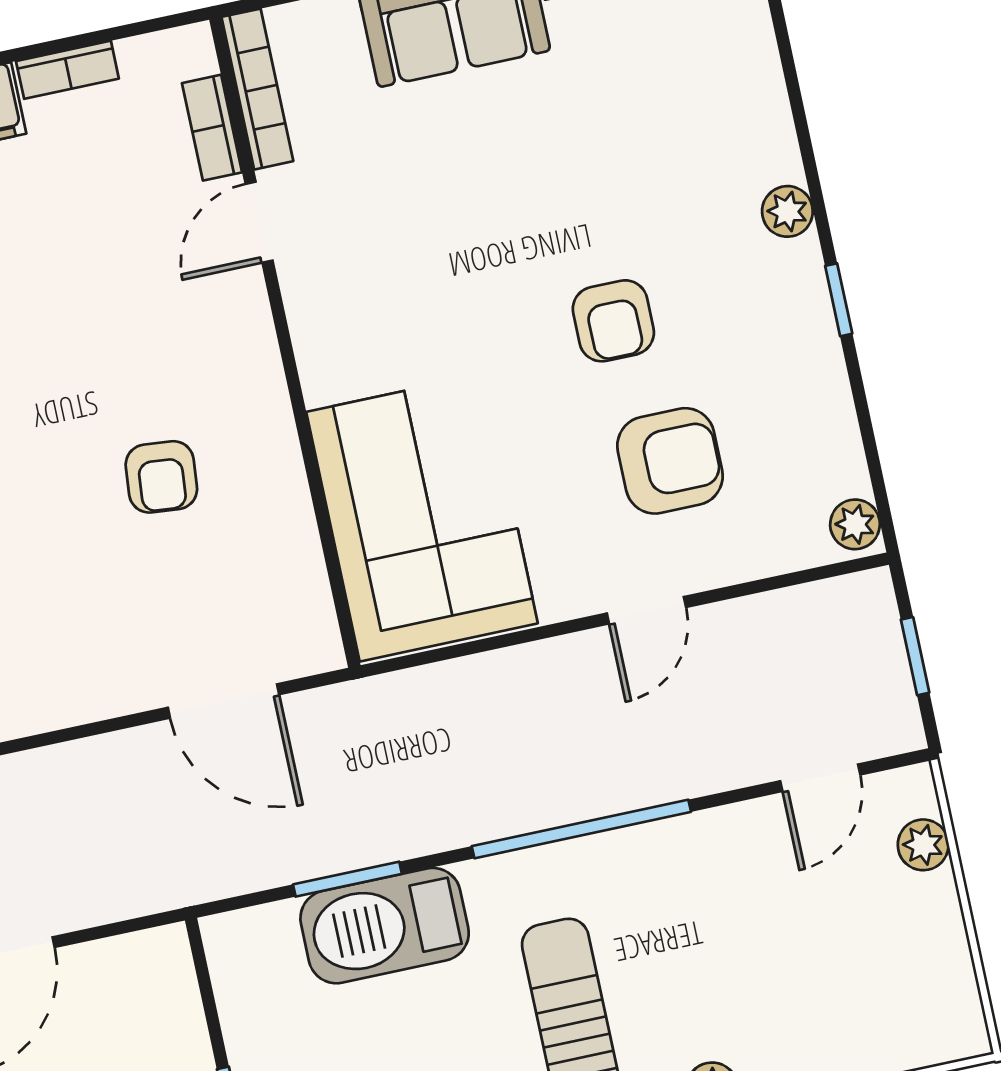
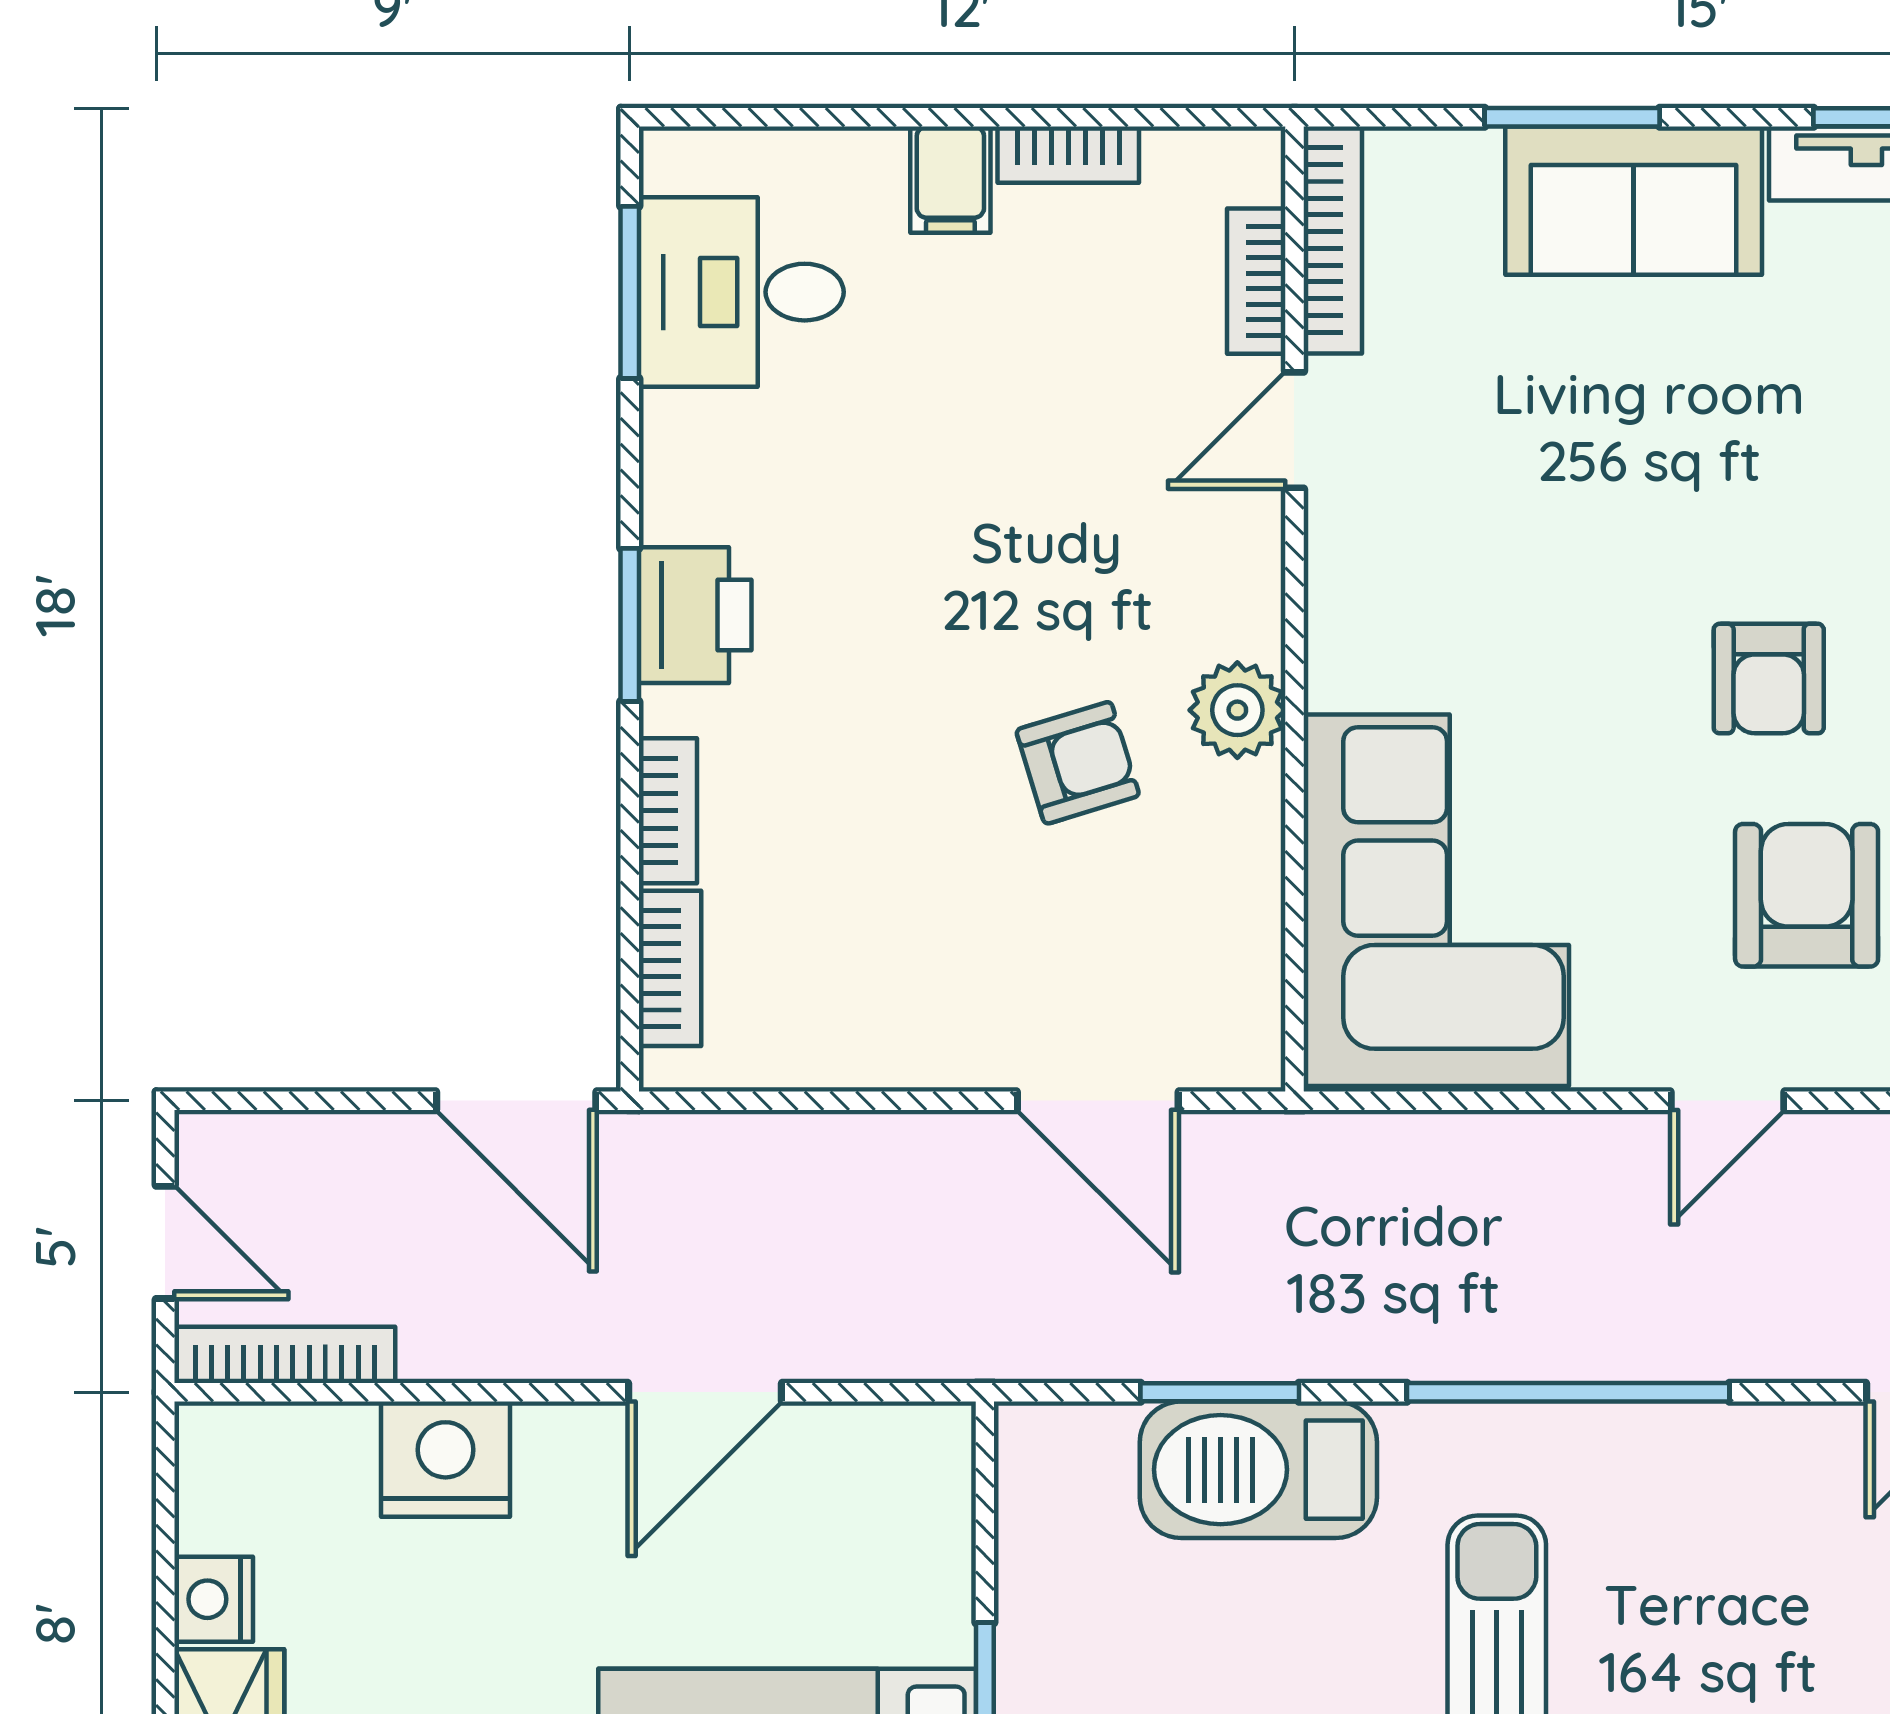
plant: (261, 418) -> (1237, 710), added
armchair: (670, 461) -> (1807, 895), turned -90
armchair: (161, 477) -> (1078, 763), turned -112

